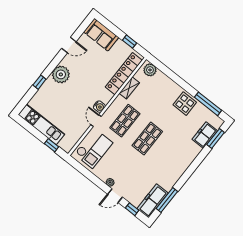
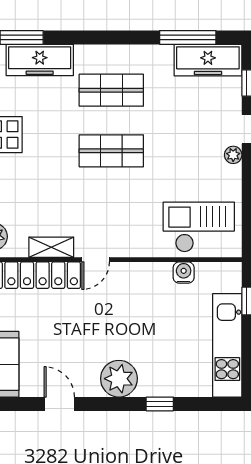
water cooler: (99, 107) -> (184, 273), moved
door: (96, 121) -> (96, 260), moved
shop shelf: (125, 121) -> (111, 90), moved
freezer: (205, 135) -> (40, 60), width x1.40

